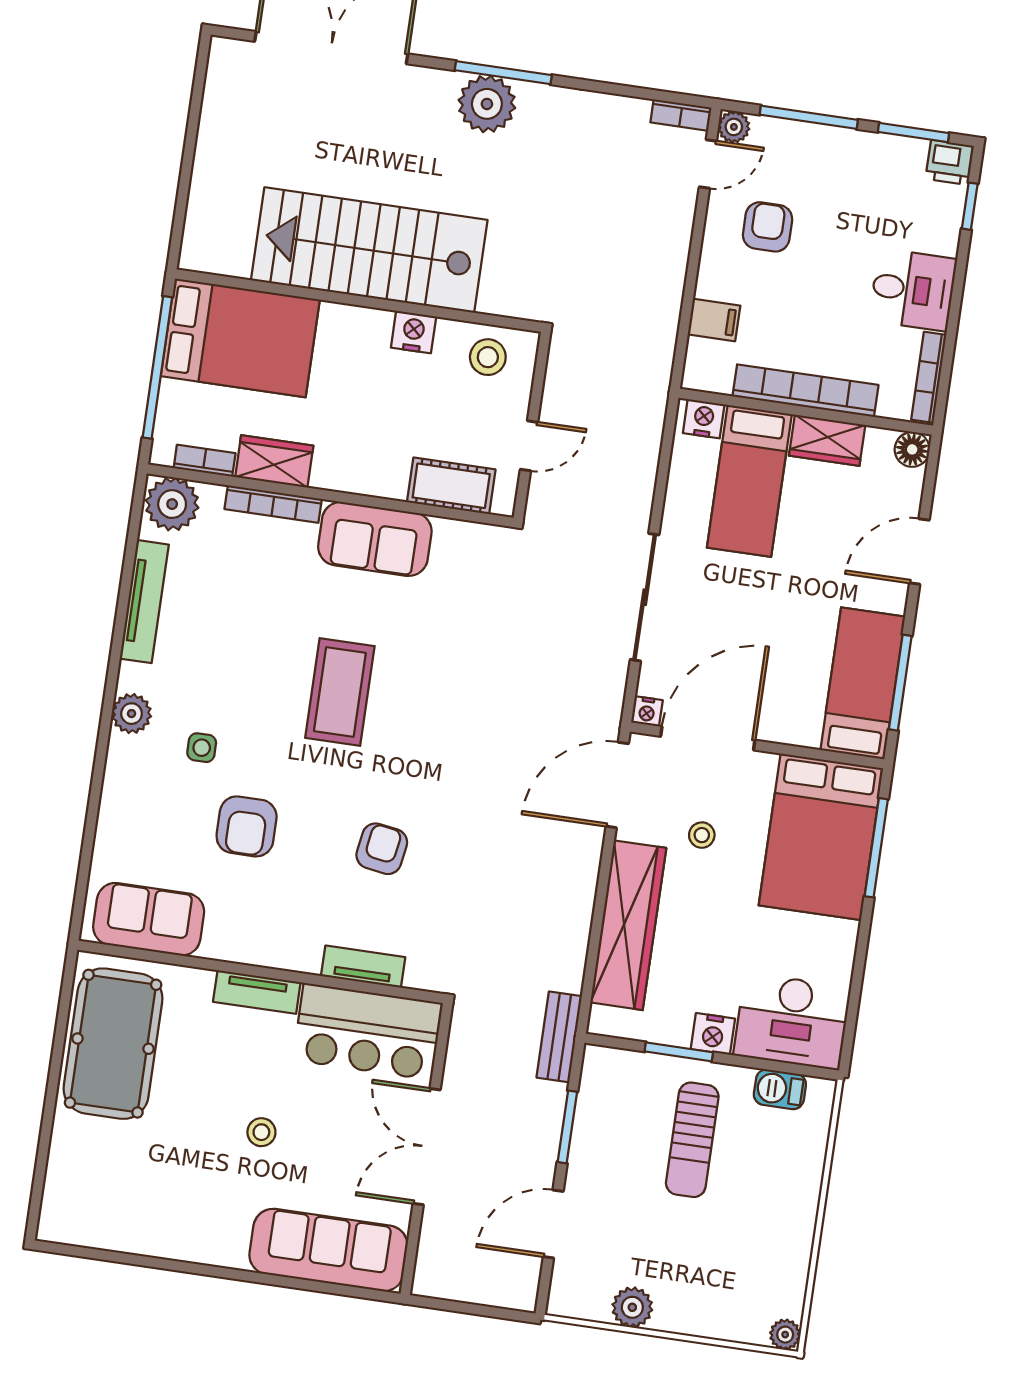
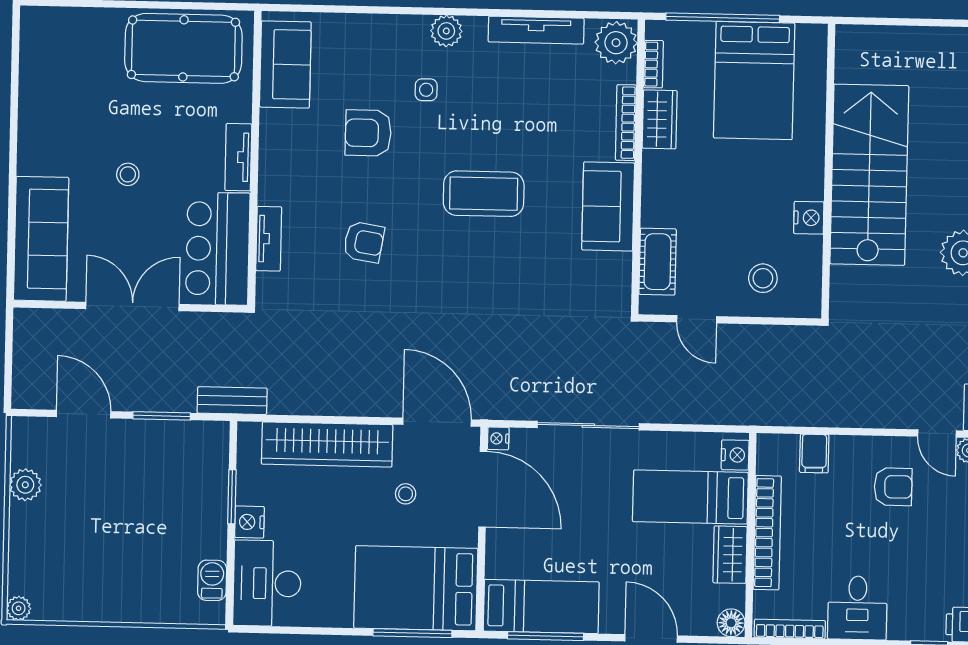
stairs: (369, 250) -> (869, 175), moved
wall: (359, 301) -> (828, 171), moved
nightstand: (414, 332) -> (809, 218), moved
sun lounger: (692, 1140) -> (164, 516), removed

